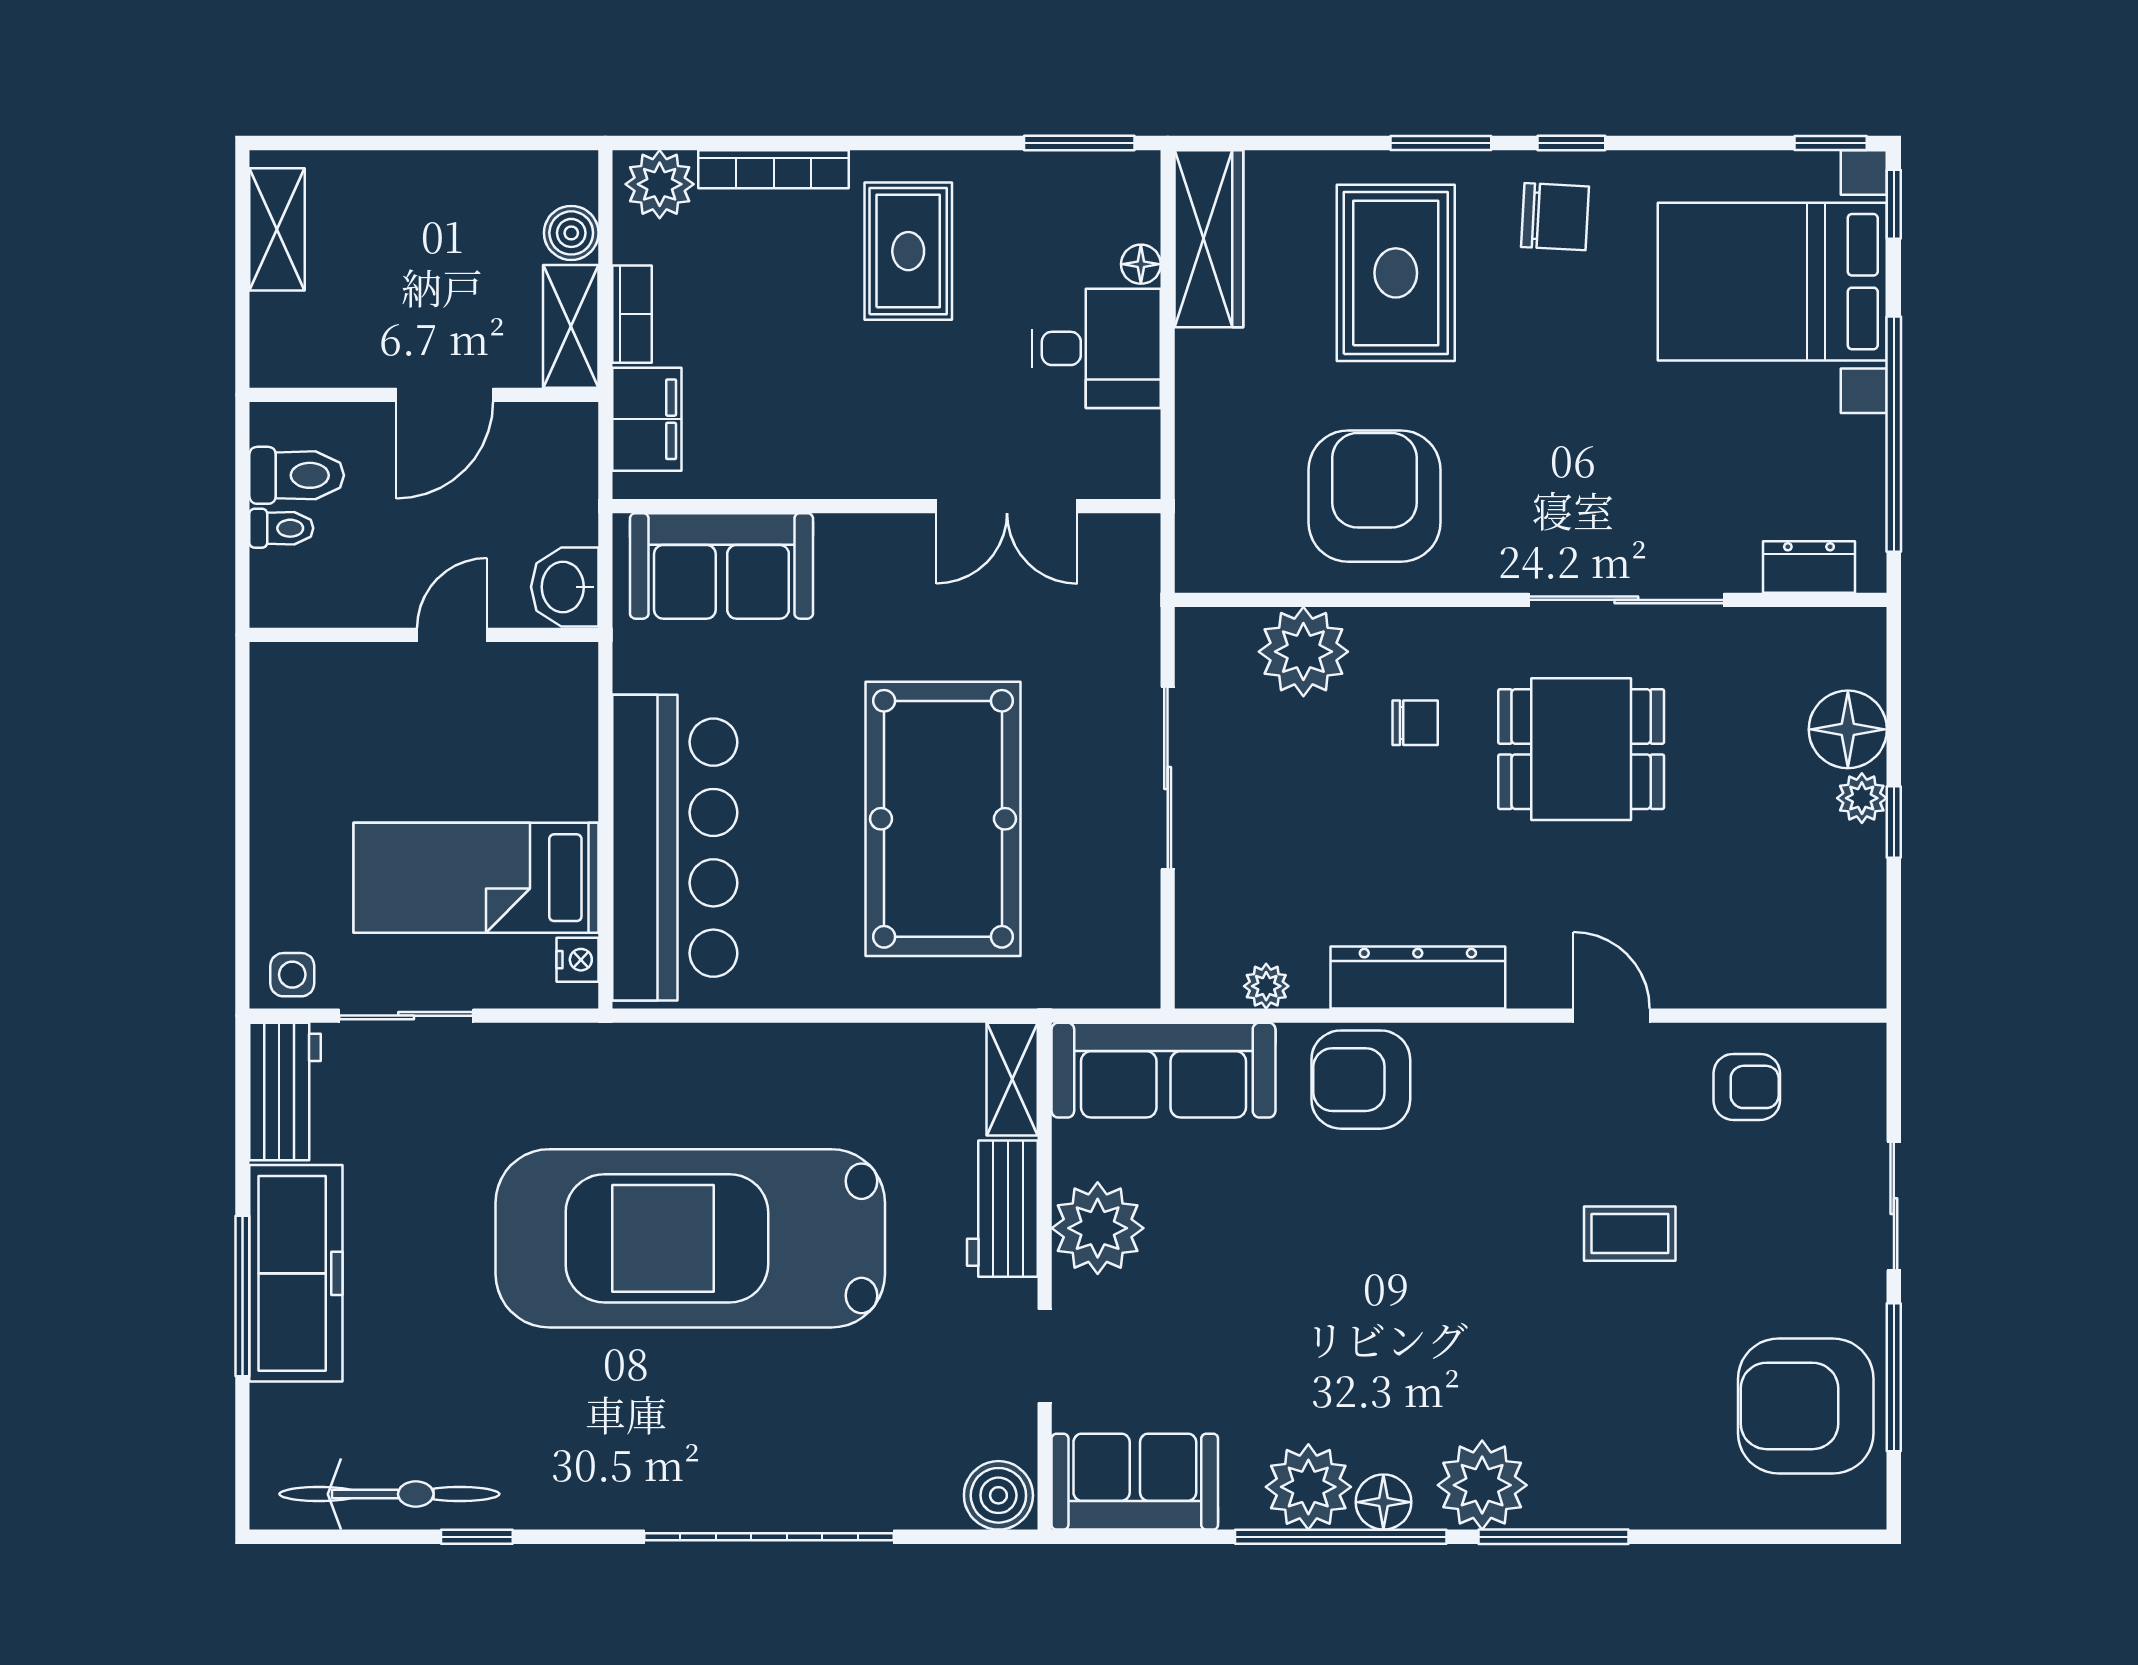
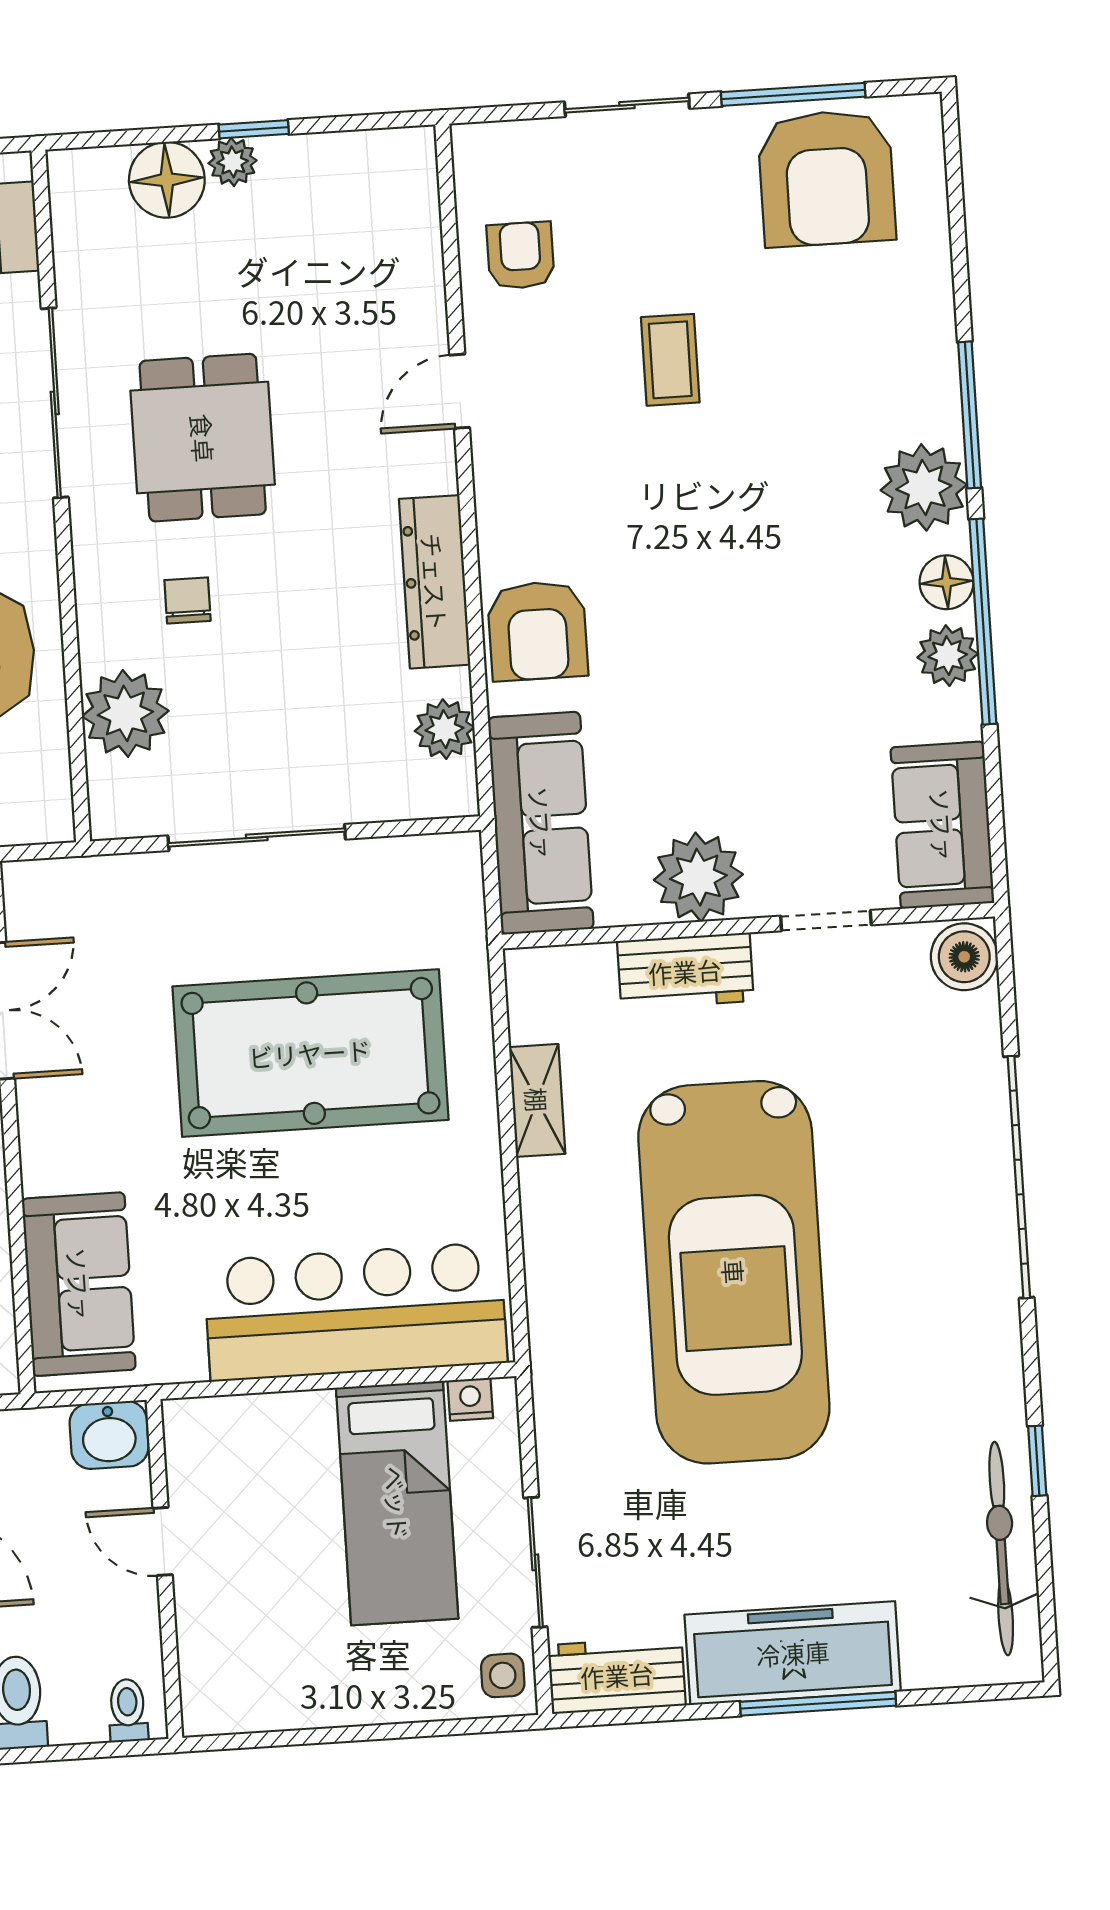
toilet: (281, 528) -> (128, 1710), moved
plant: (1266, 986) -> (445, 729), width x1.38, depth x1.38
shelving: (1012, 1079) -> (537, 1100), moved, turned 90
plant: (1308, 1487) -> (948, 656), width x0.73, depth x0.73

